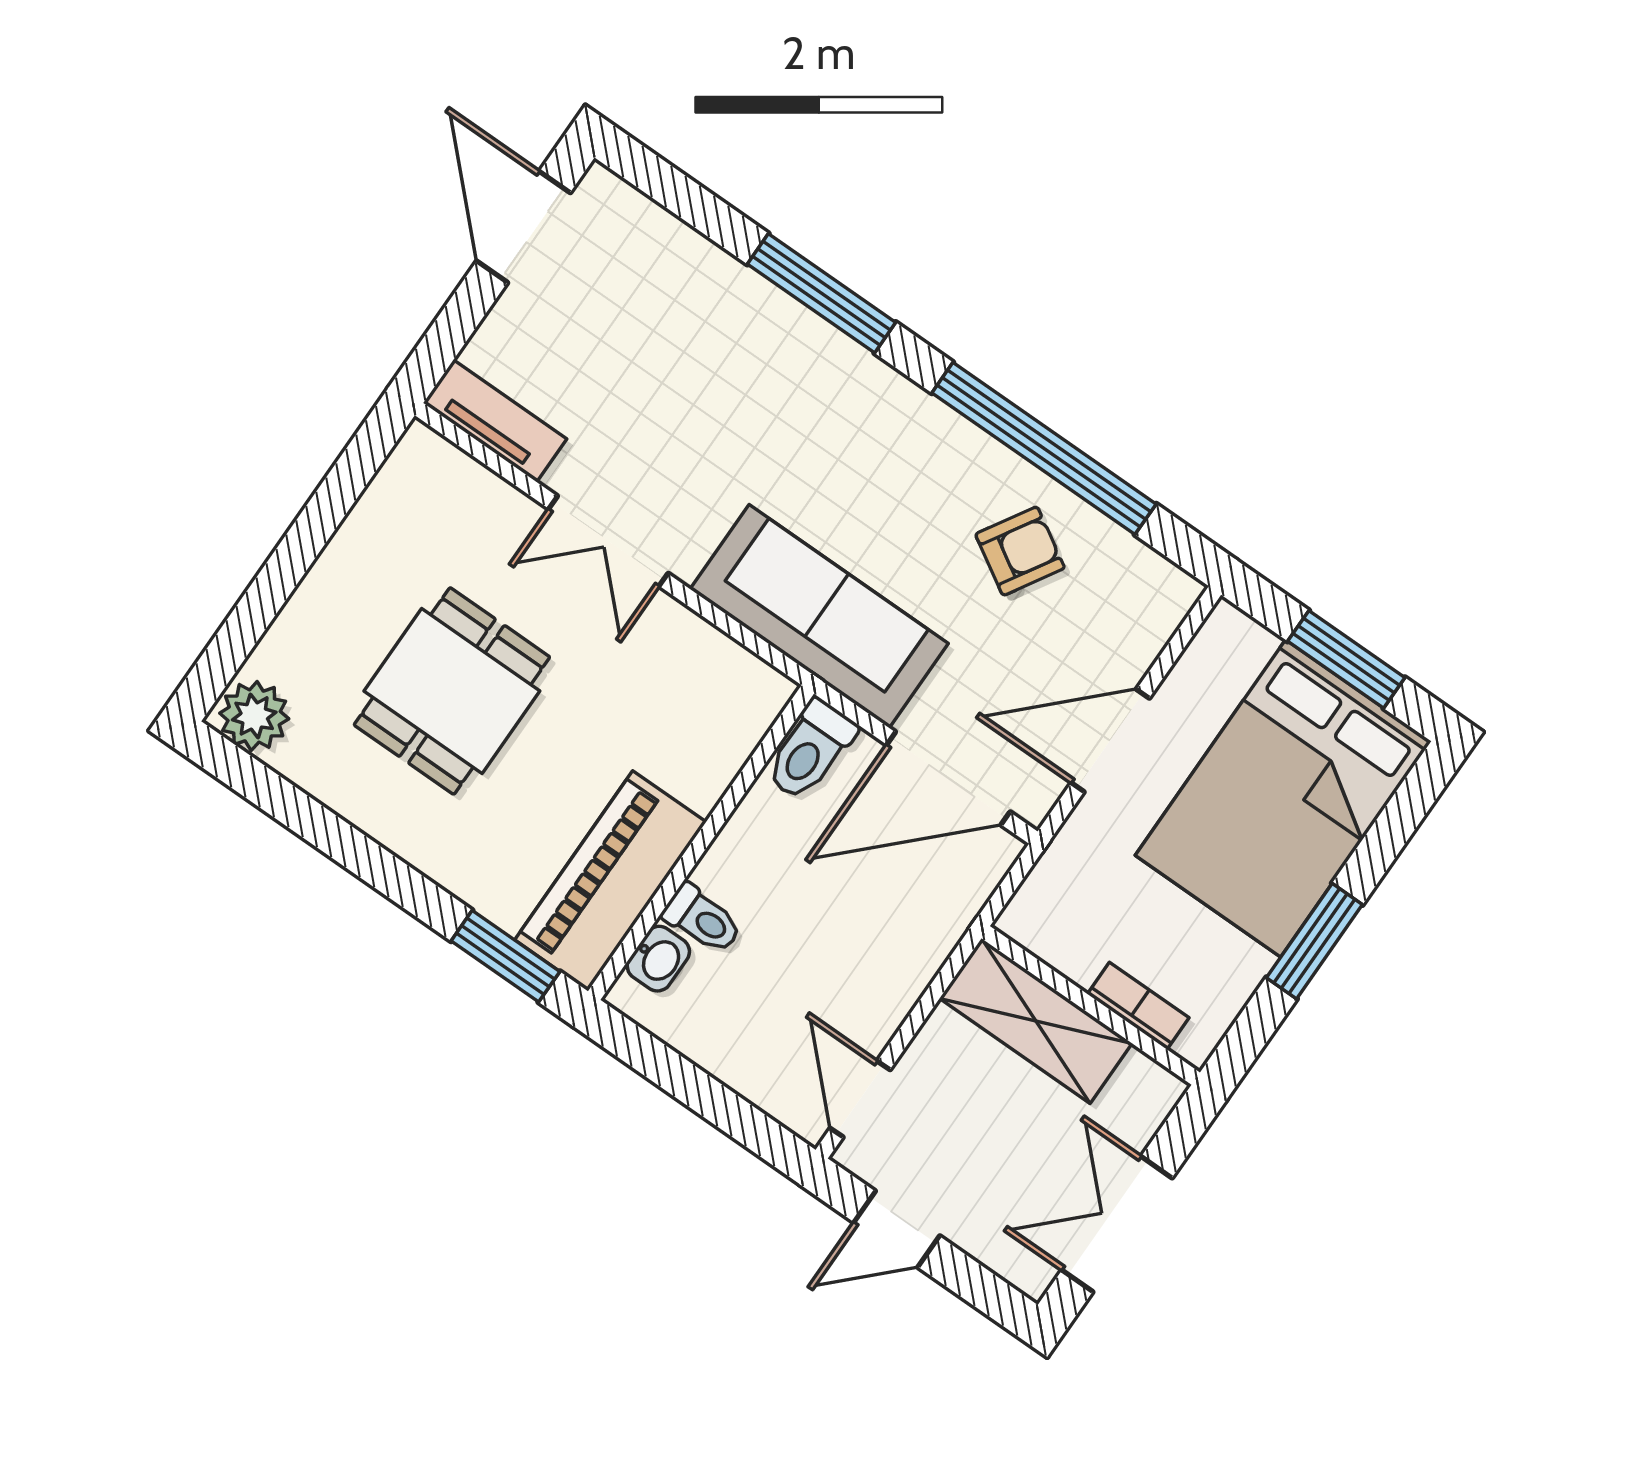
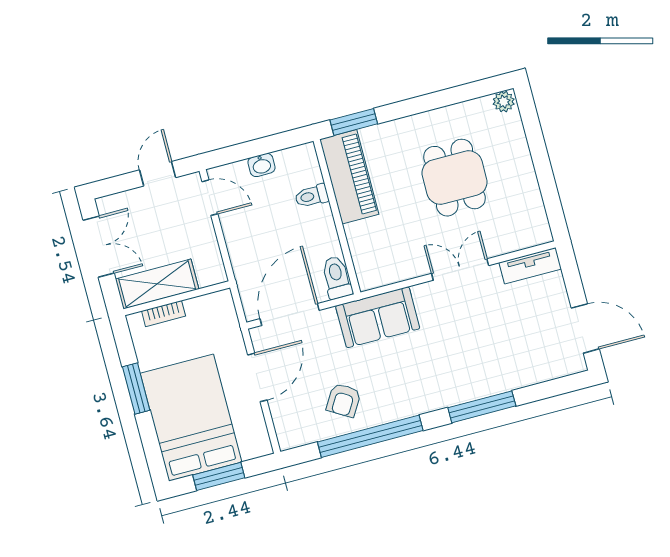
sofa: (819, 616) -> (378, 317), width x0.73
plant: (254, 716) -> (504, 102), width x0.73, depth x0.73
washbasin: (658, 959) -> (262, 165), moved, turned -90
shelving: (1036, 1021) -> (157, 284), moved

